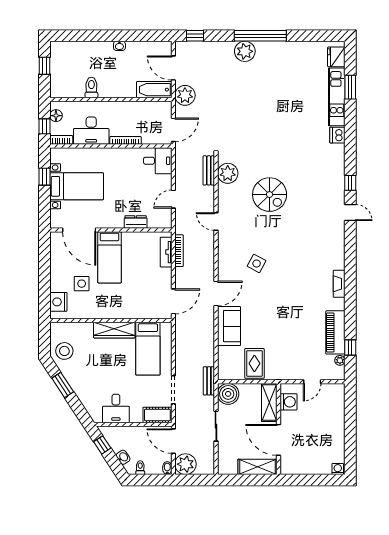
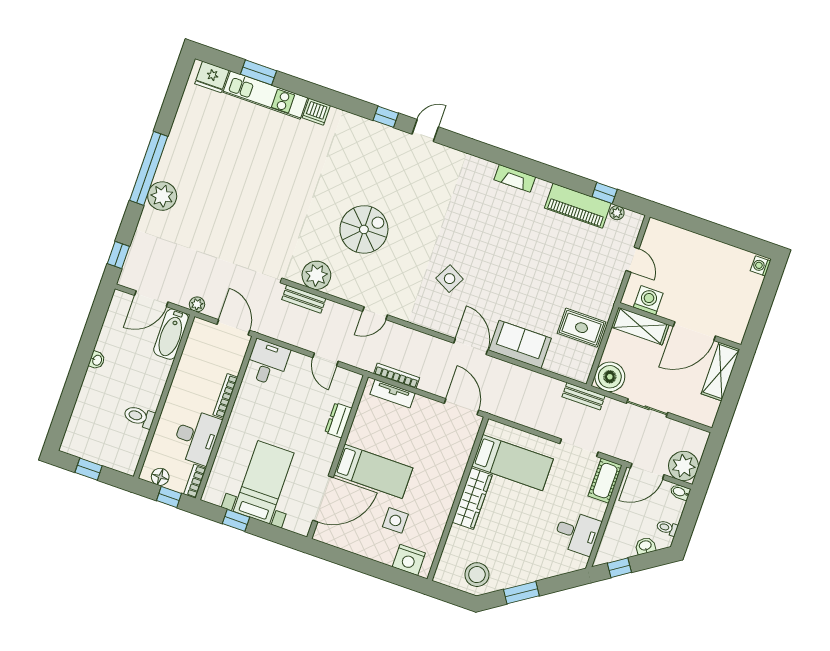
plant: (185, 95) -> (197, 304), width x0.53, depth x0.53

